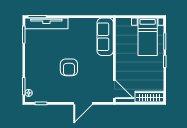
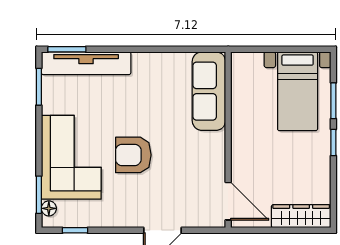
armchair: (69, 67) -> (133, 155), turned 90
corner sofa: (39, 68) -> (71, 157), added

